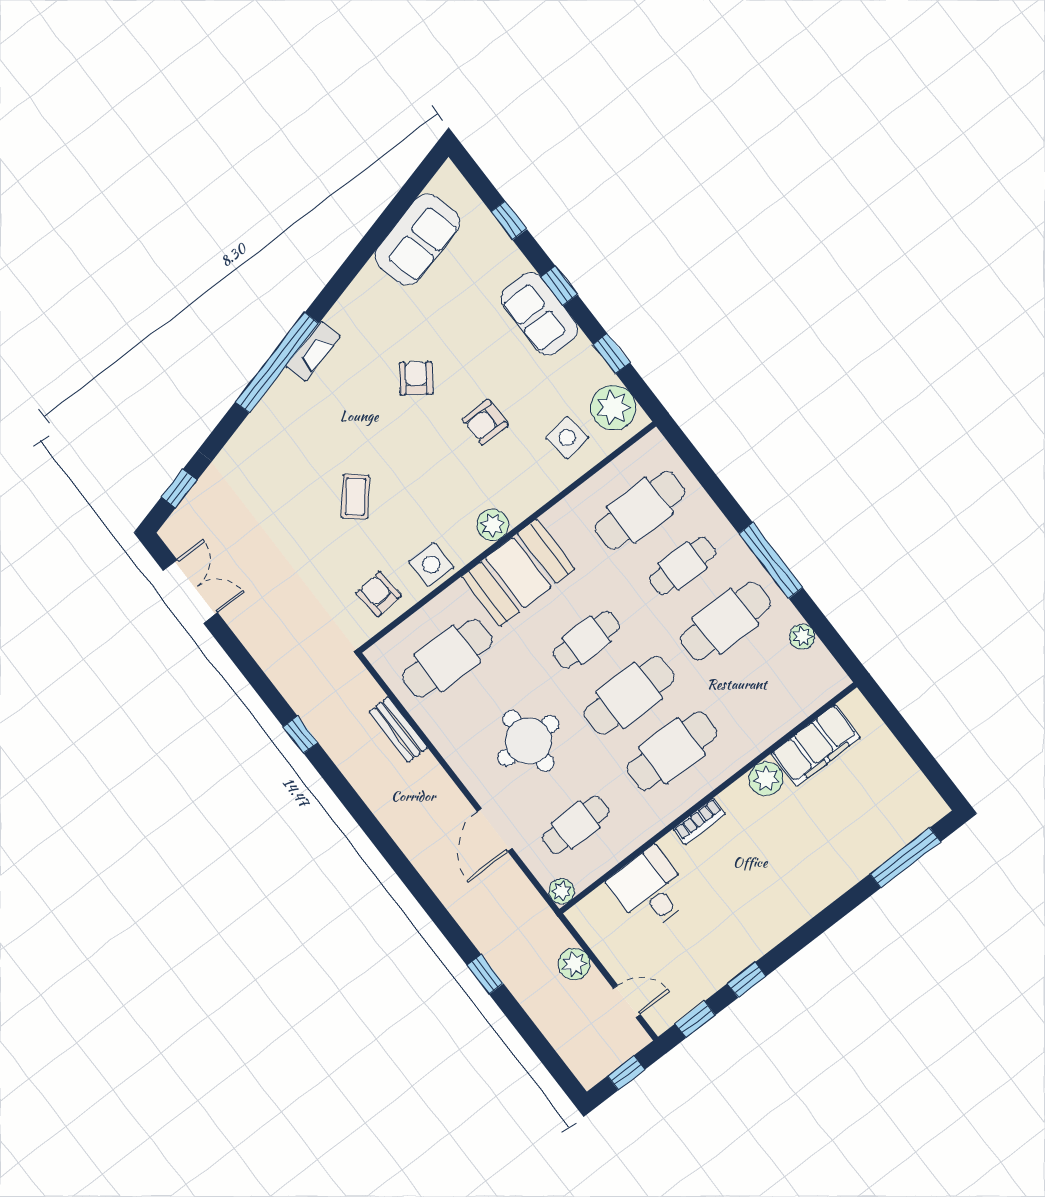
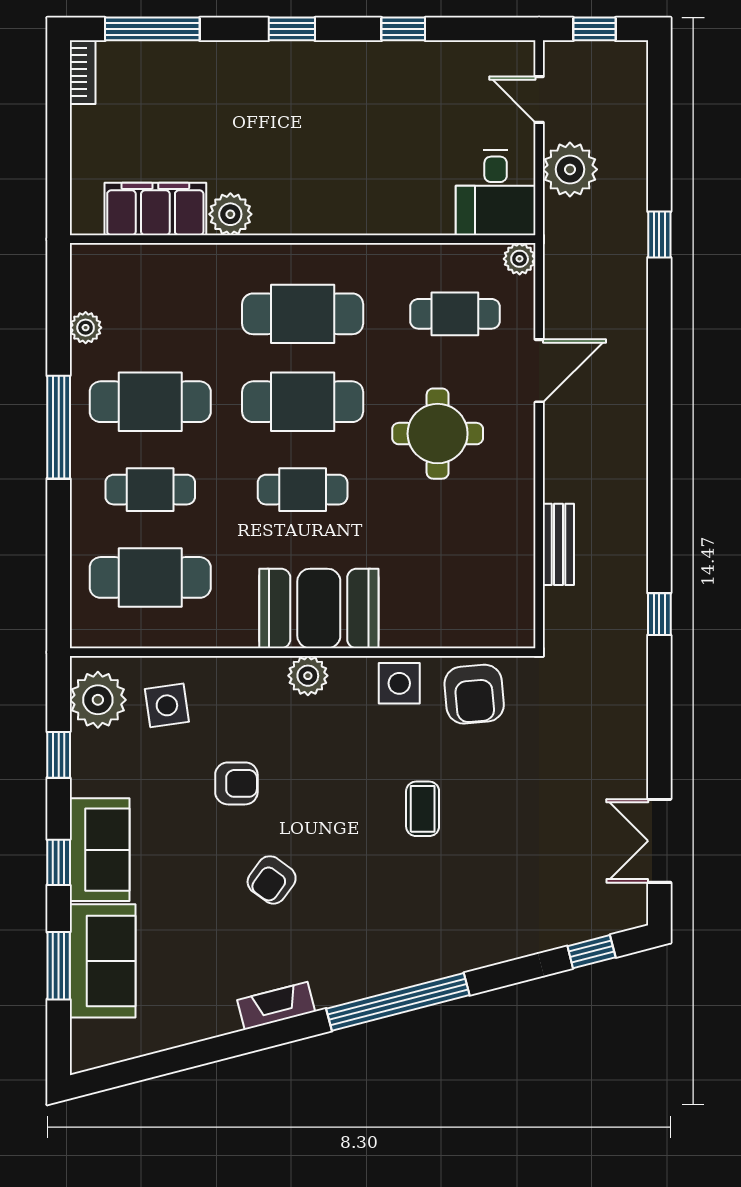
window: (509, 221) -> (59, 966), width x1.50
sofa: (417, 239) -> (103, 961), moved, turned 105
fireplace: (313, 351) -> (276, 1006), moved
coffee table: (355, 497) -> (423, 809), turned -40
armchair: (378, 594) -> (474, 694), width x1.38, depth x1.38
cafe table: (447, 658) -> (455, 577), removed
bookcase: (699, 821) -> (83, 72), moved, turned 90
desk: (650, 890) -> (496, 192), moved
plant: (574, 964) -> (570, 169), width x1.36, depth x1.36
window: (695, 1019) -> (292, 29), moved

